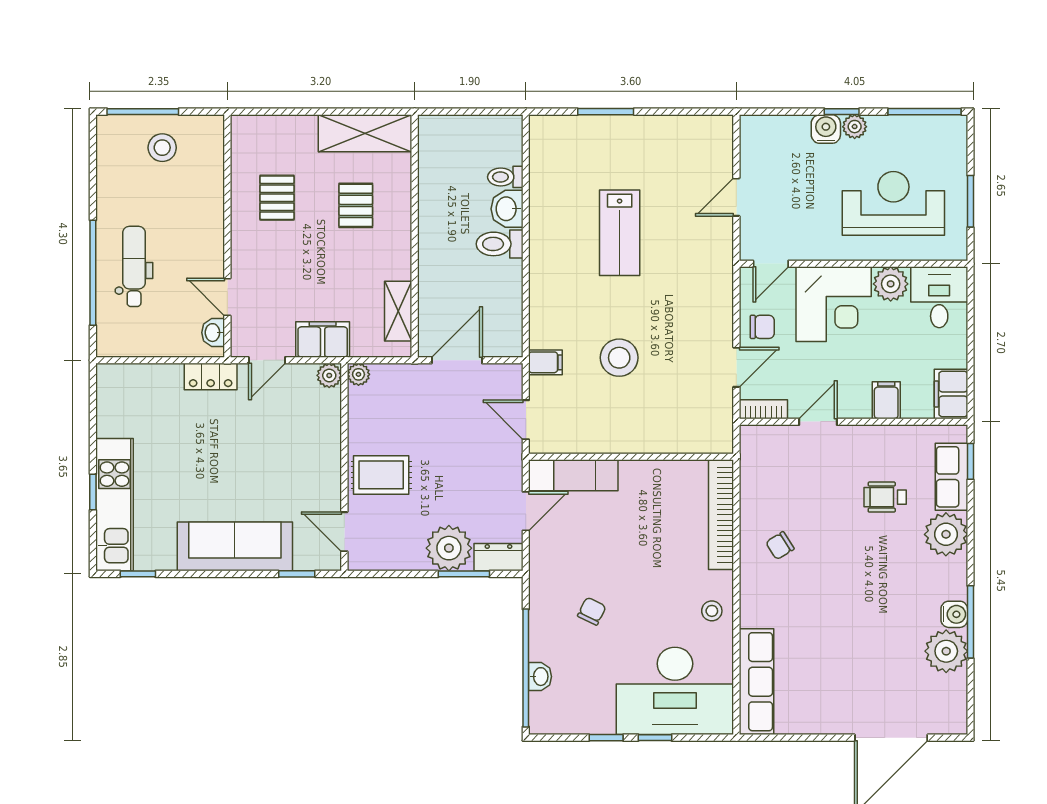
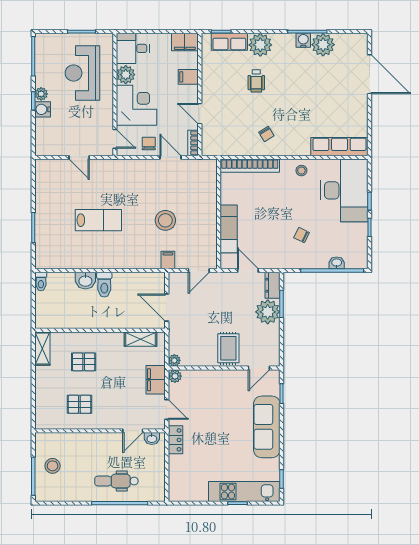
shelving: (365, 133) -> (42, 349), width x0.67, depth x0.75
toilet: (505, 177) -> (41, 282), moved
exam couch: (573, 475) -> (229, 229), moved
wheelchair: (885, 497) -> (256, 81), moved

